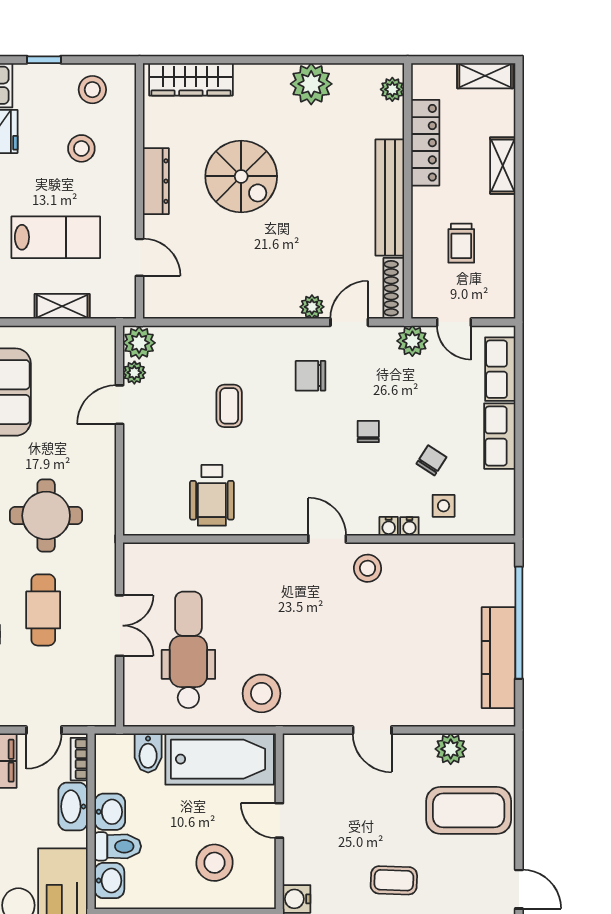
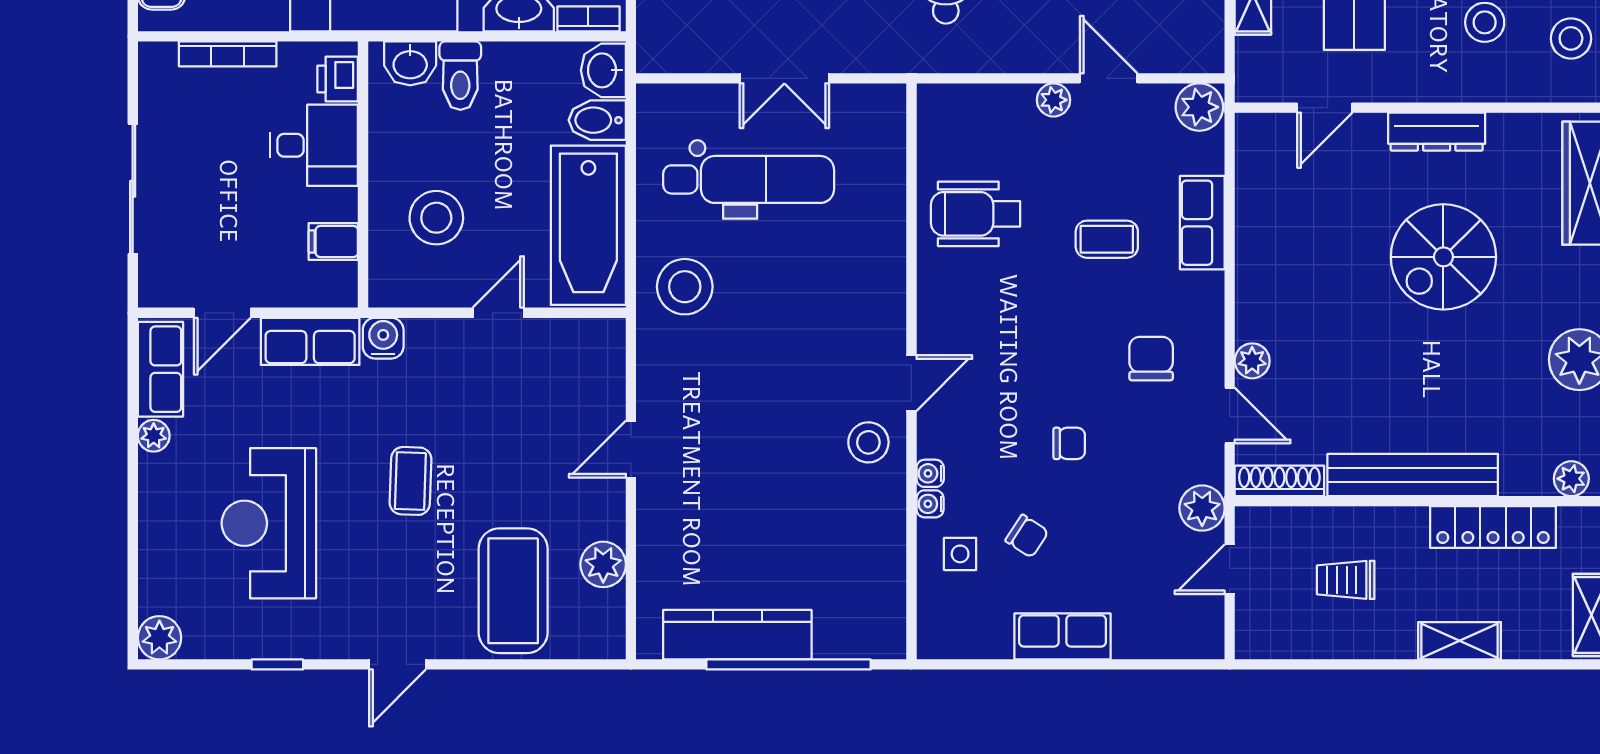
row of seats: (500, 369) -> (1202, 223), moved, turned -90
plant: (134, 373) -> (1054, 100), moved
washbasin: (110, 812) -> (603, 70), moved, turned 90

